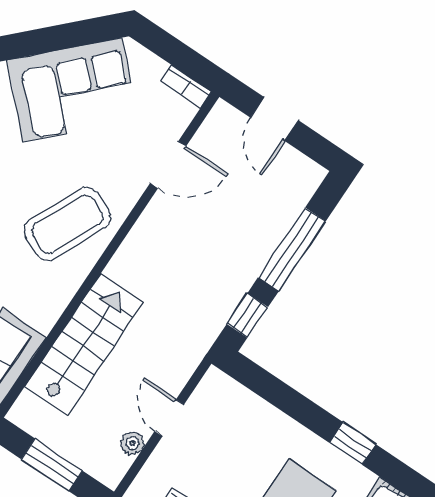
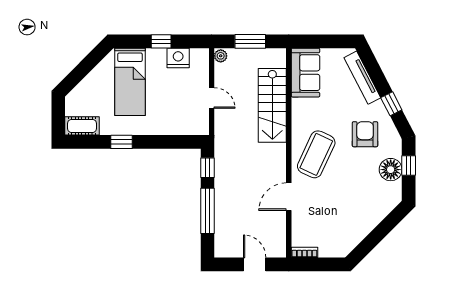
corner sofa: (72, 90) -> (354, 216), removed
door: (168, 165) -> (289, 197), moved
plant: (132, 443) -> (221, 56), moved

